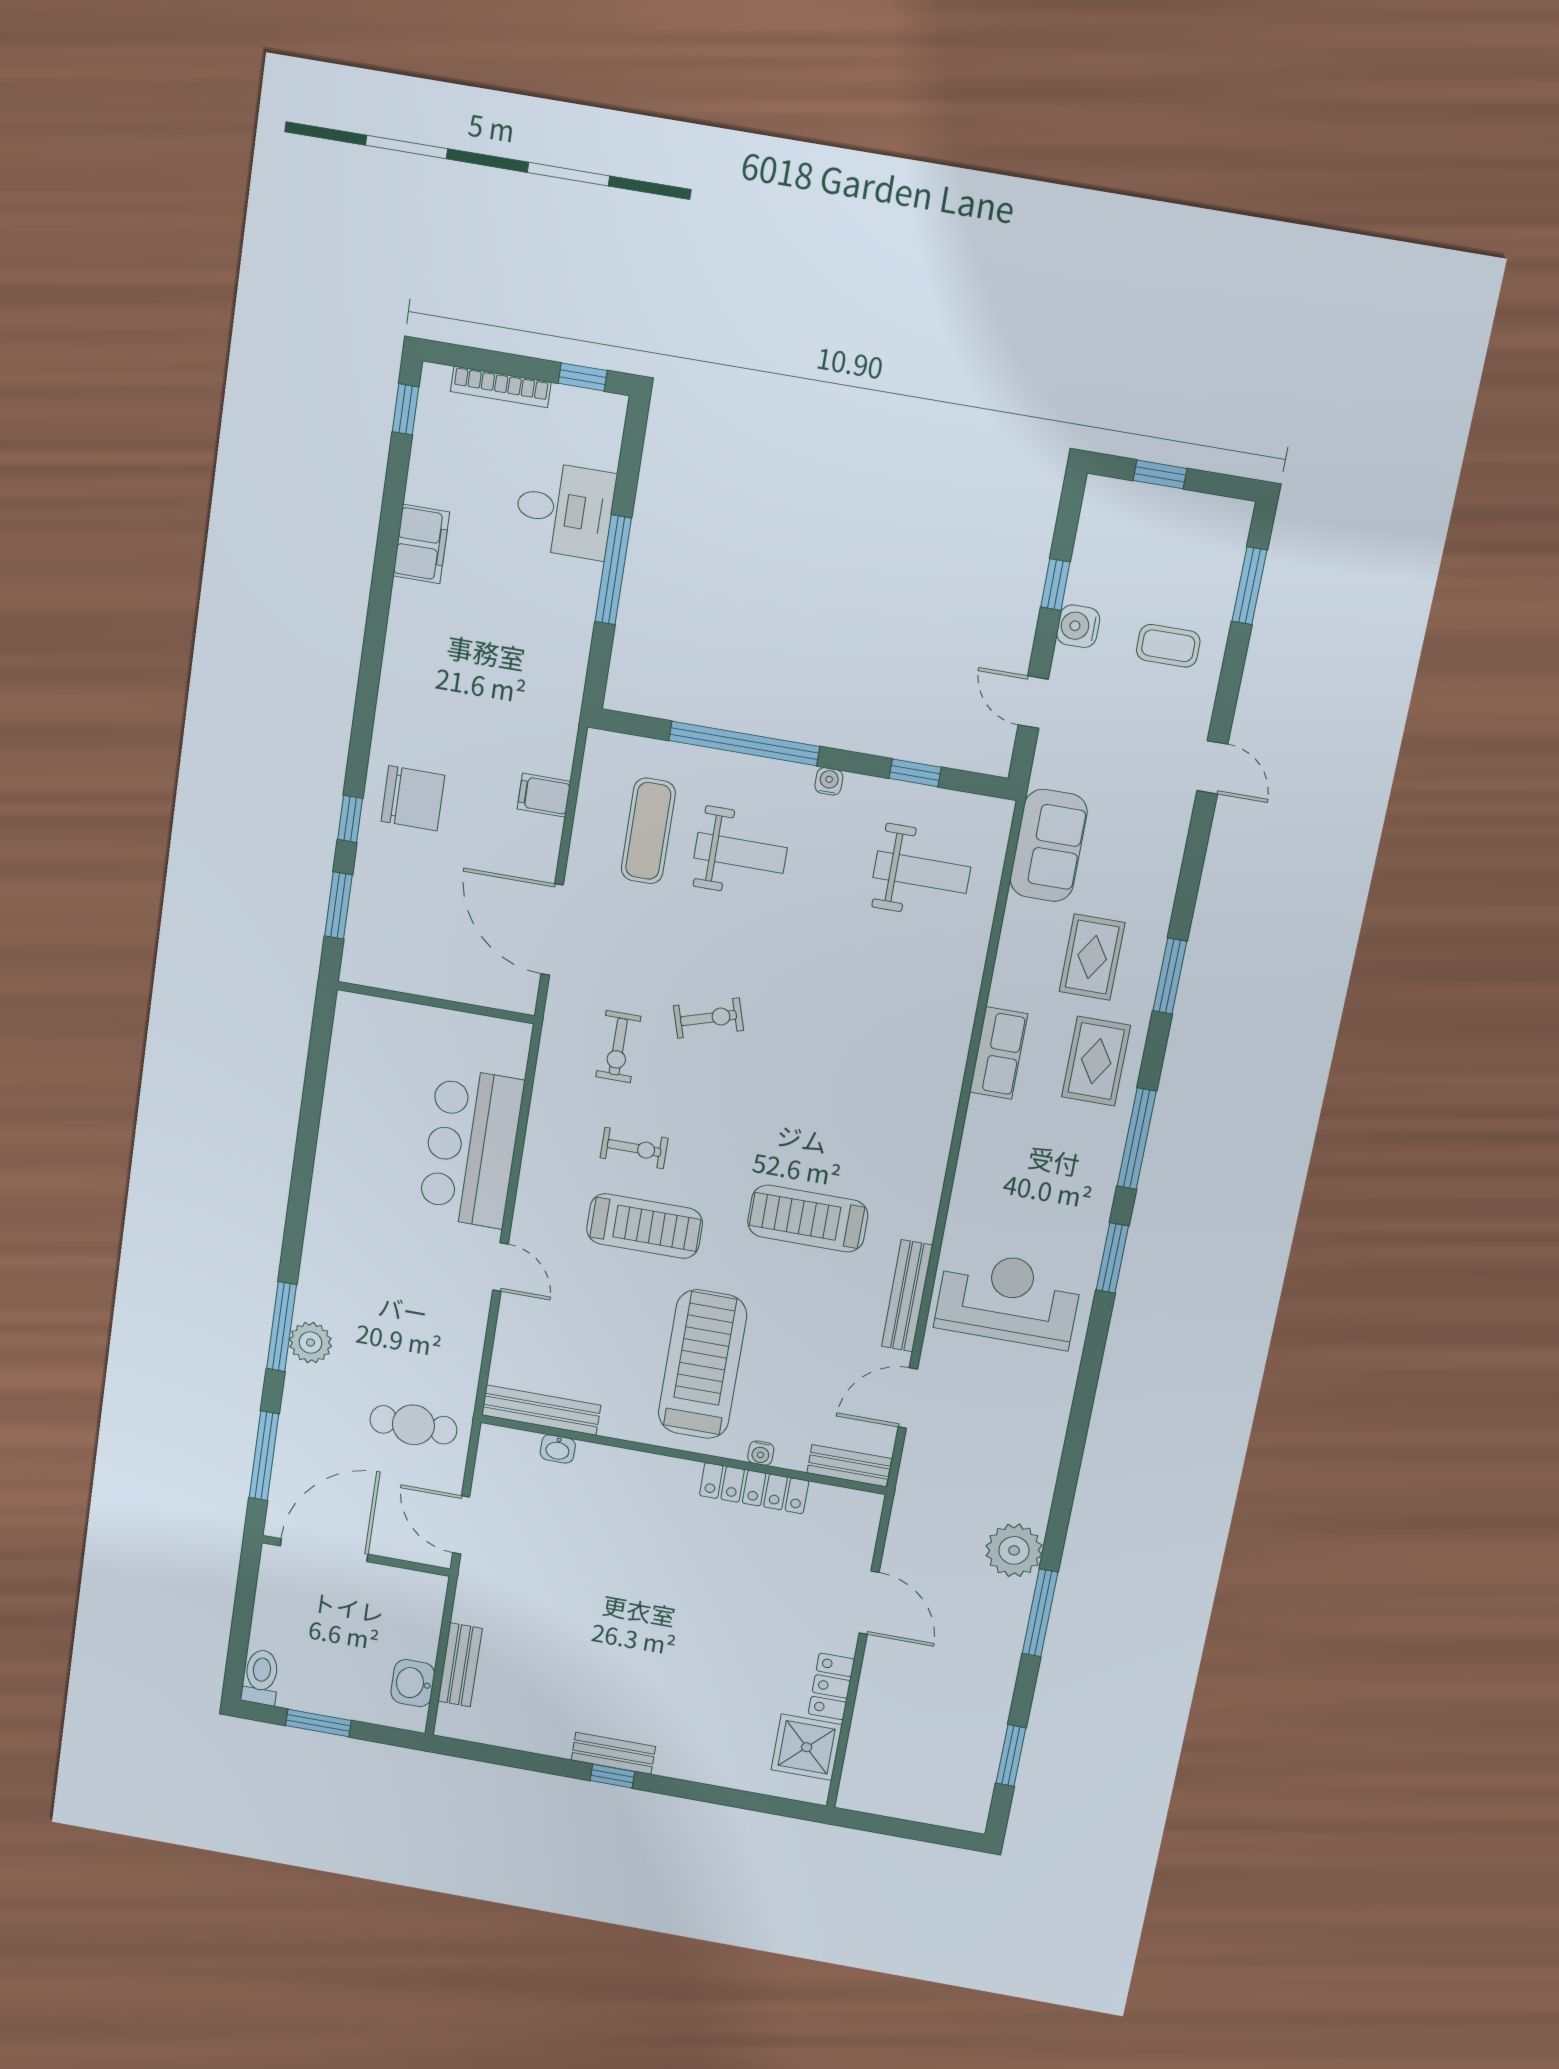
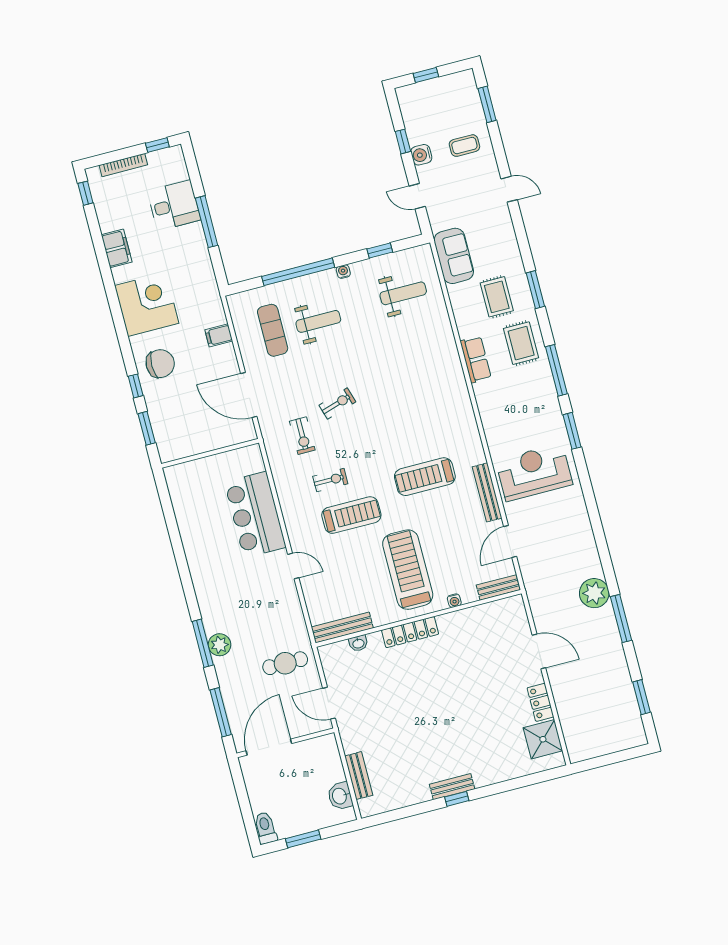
corner desk: (434, 676) -> (147, 304), added
locker: (754, 1488) -> (410, 632), moved

